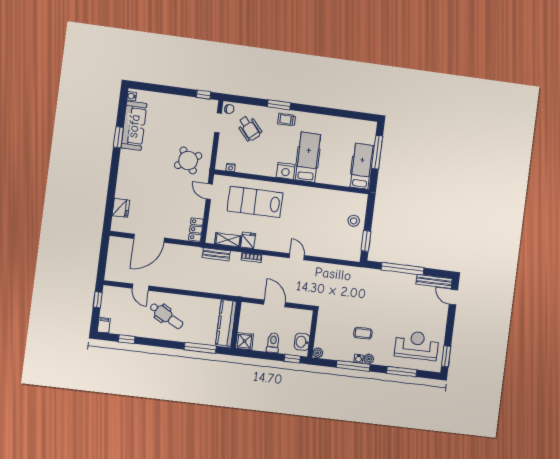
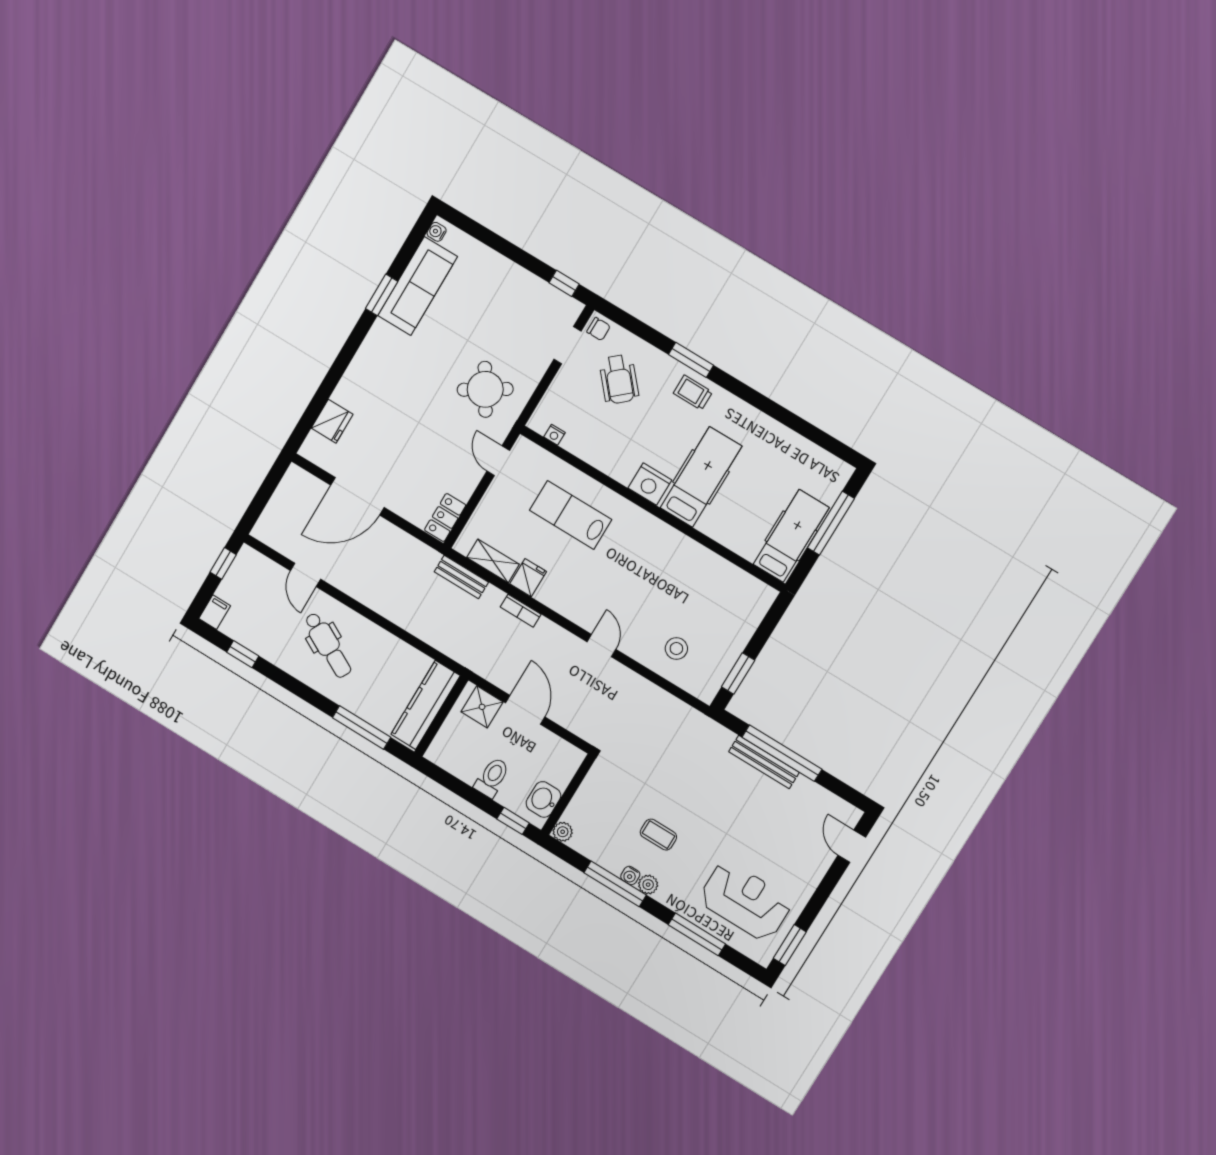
lab bench: (255, 202) -> (571, 515), width x0.73, depth x0.72
stool: (354, 221) -> (676, 649), moved
bench: (434, 281) -> (764, 762), moved
shower: (244, 341) -> (482, 707), moved

